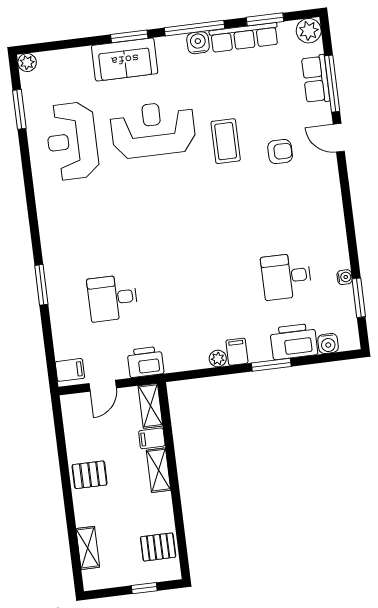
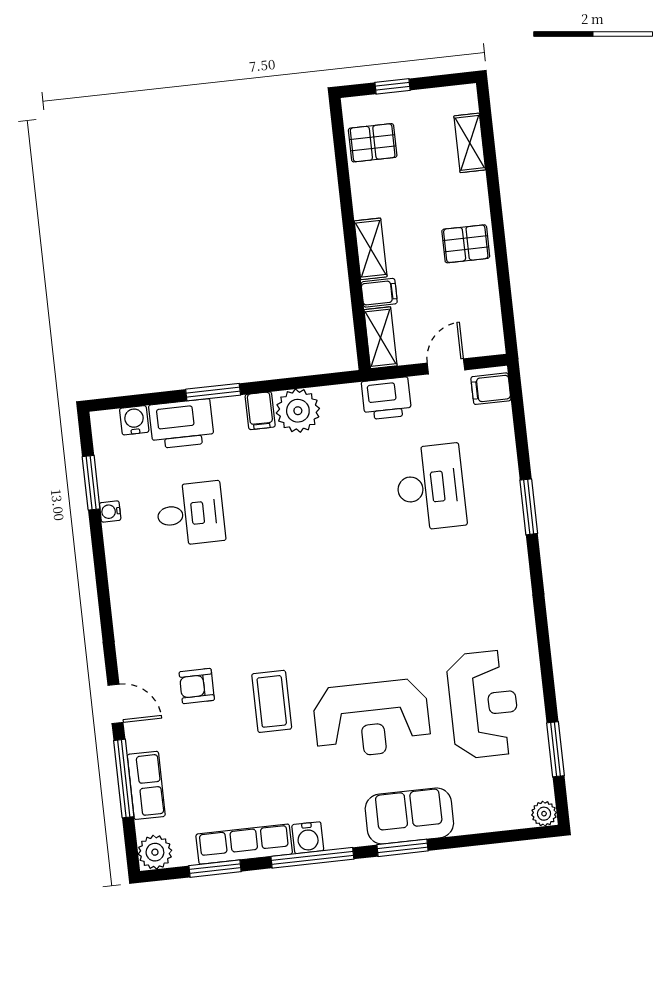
desk: (113, 298) -> (431, 487), width x1.37
plant: (218, 359) -> (298, 411), width x1.87, depth x1.87

